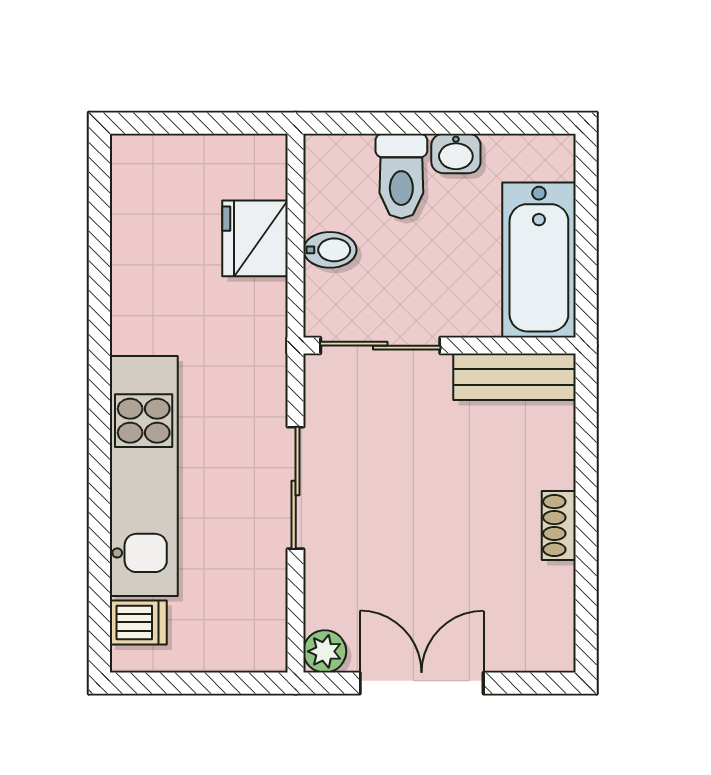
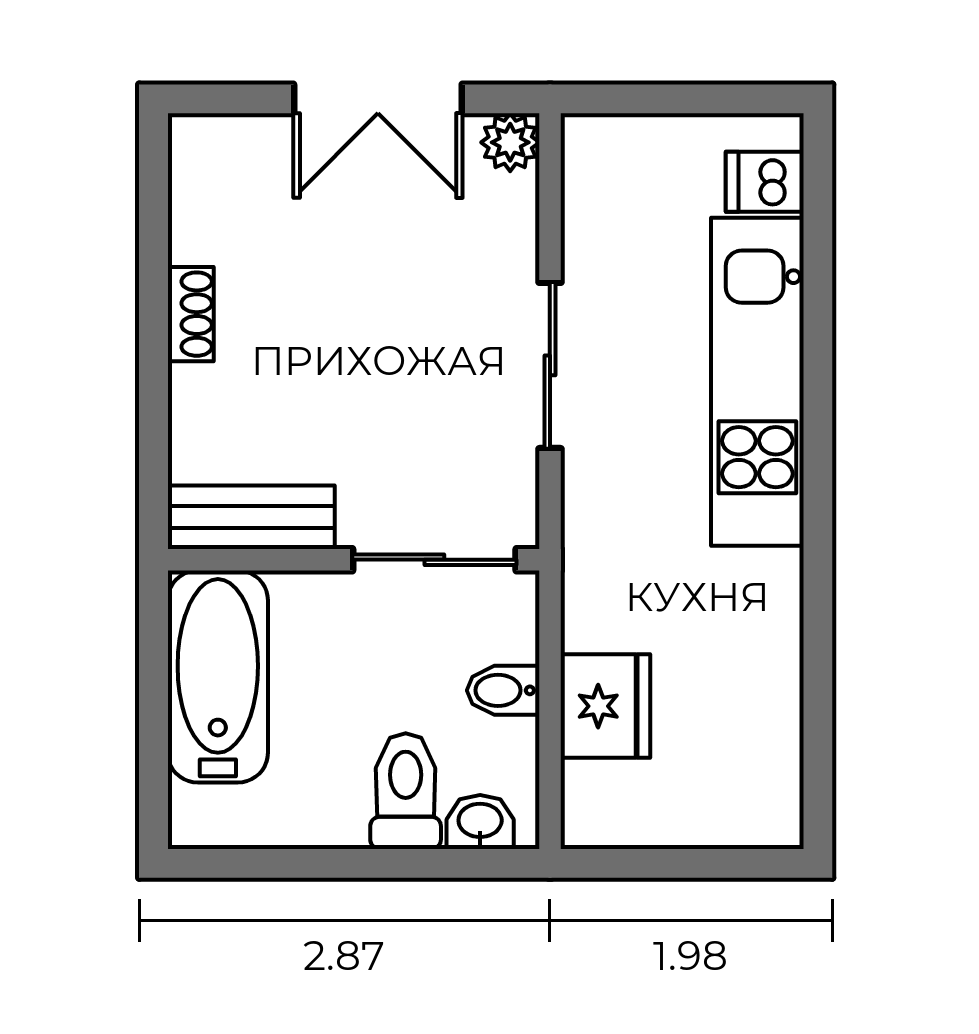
washbasin: (456, 153) -> (480, 822), moved

